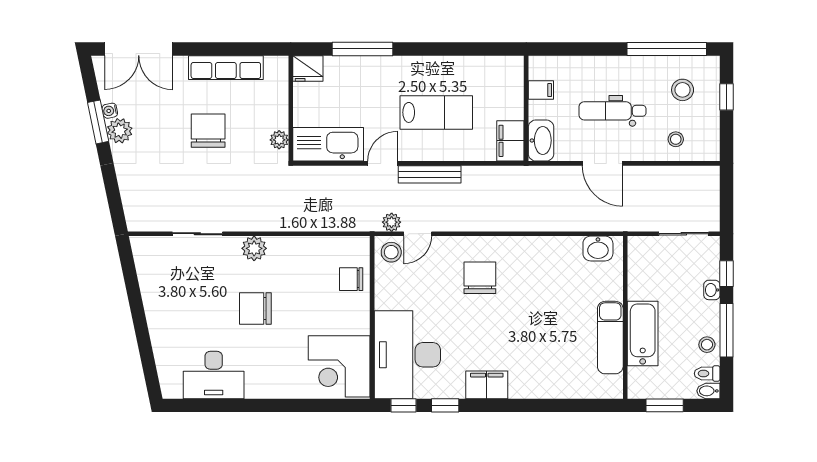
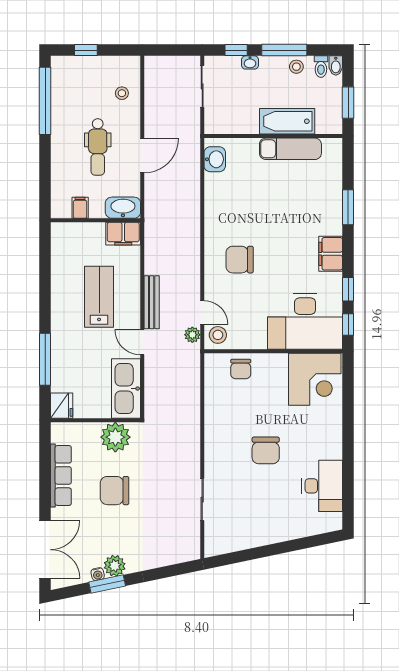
stool: (683, 90) -> (80, 87), removed
plant: (279, 140) -> (115, 437), width x1.87, depth x1.87
plant: (254, 248) -> (215, 451), removed
window: (542, 405) -> (348, 207), added

